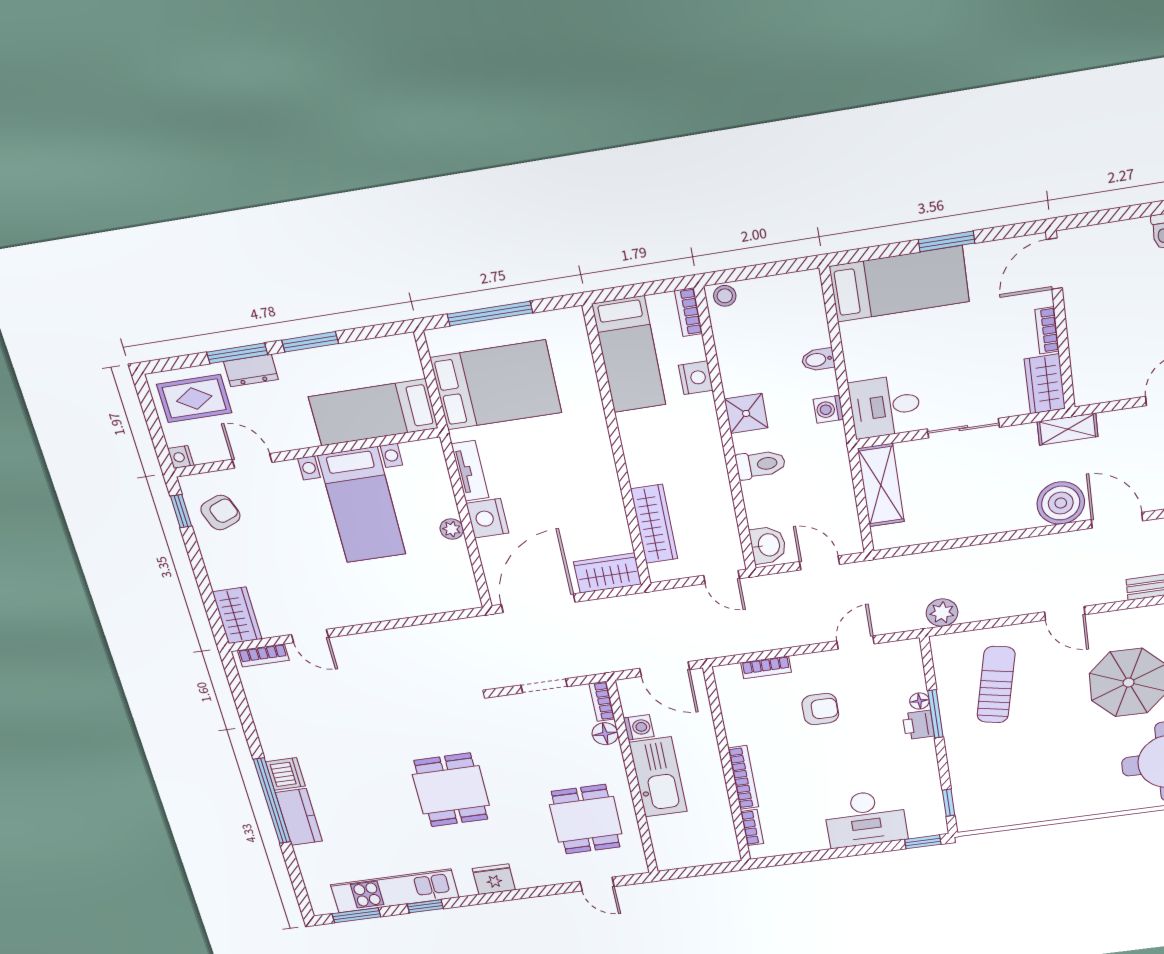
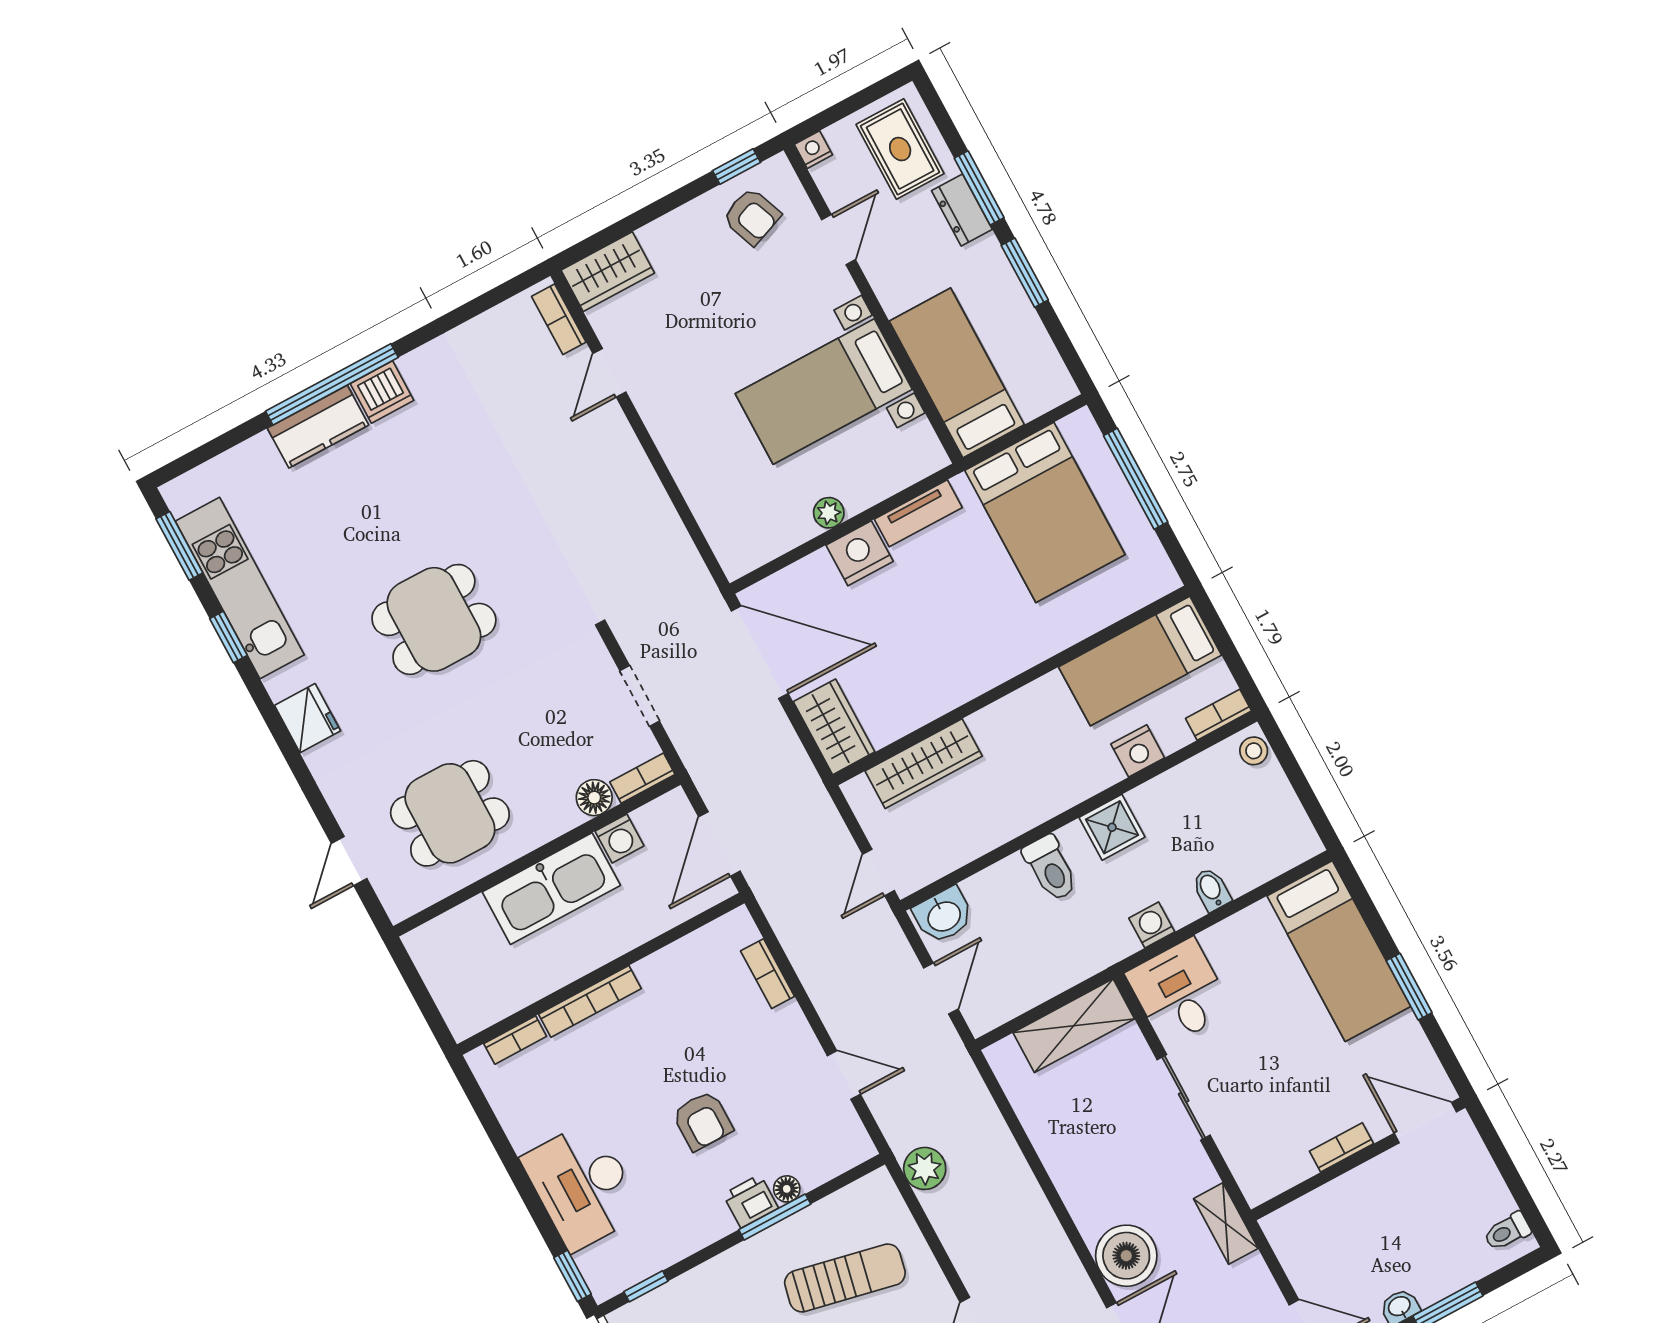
wardrobe: (1045, 384) -> (1274, 1172), removed
armchair: (820, 709) -> (702, 1121), moved

